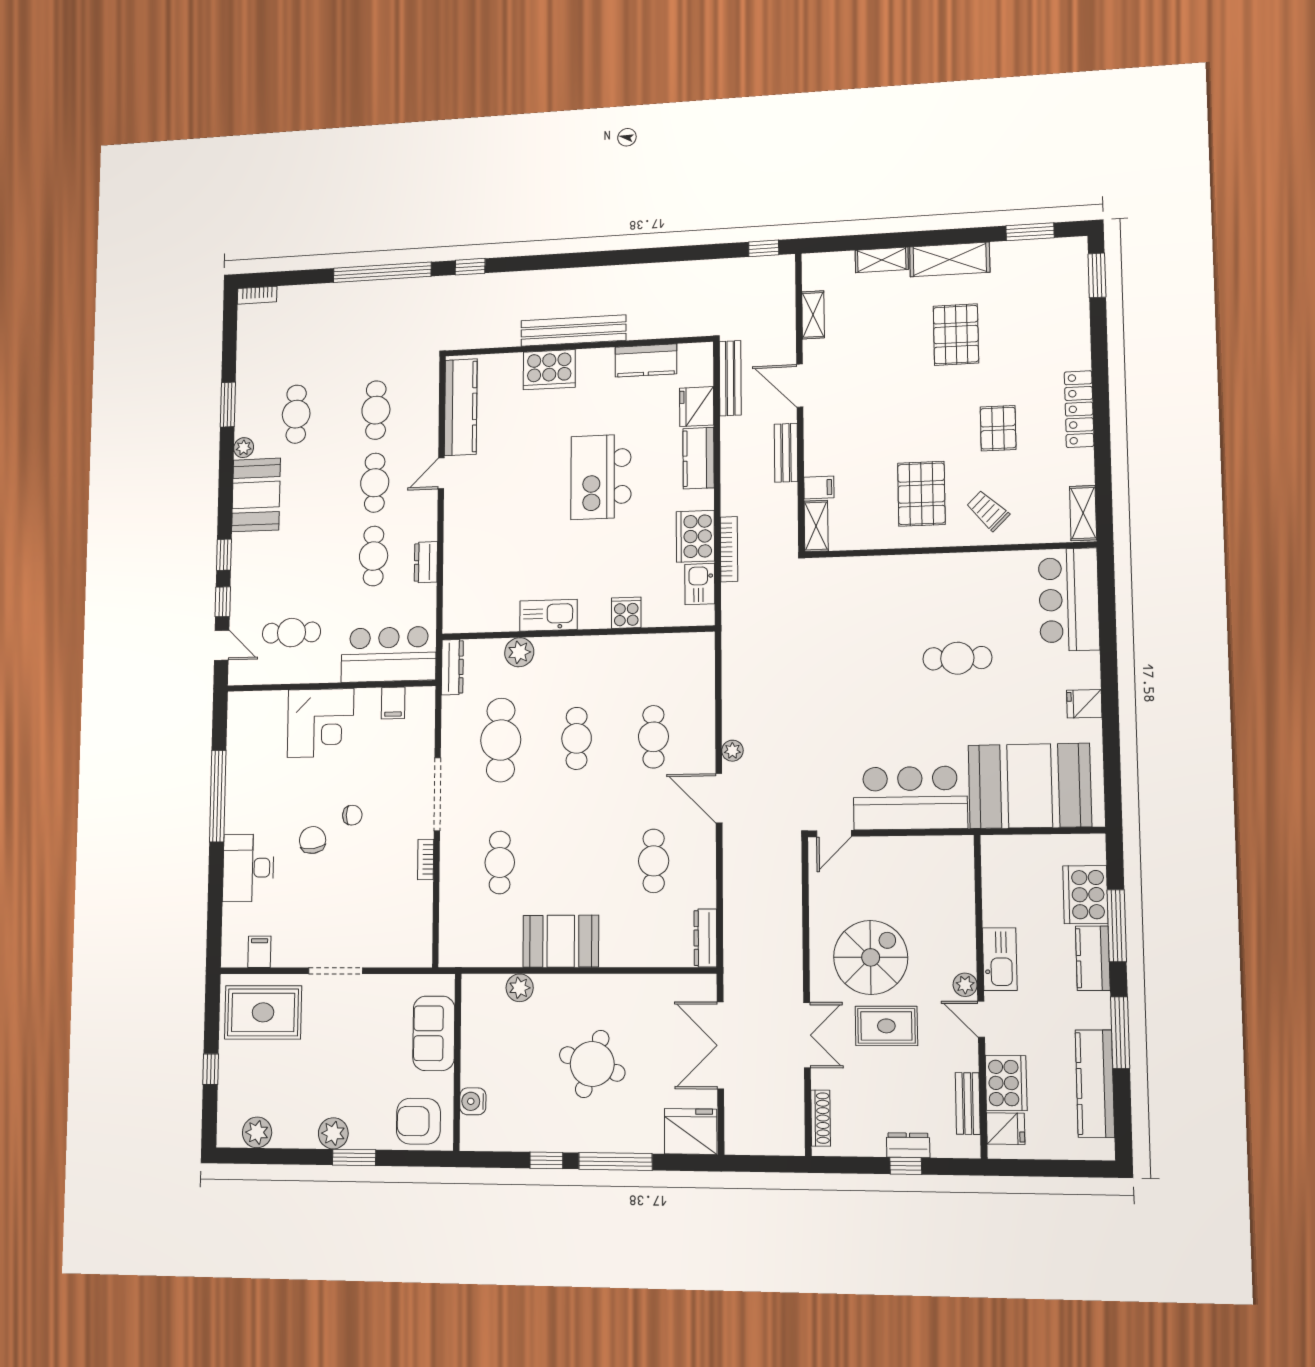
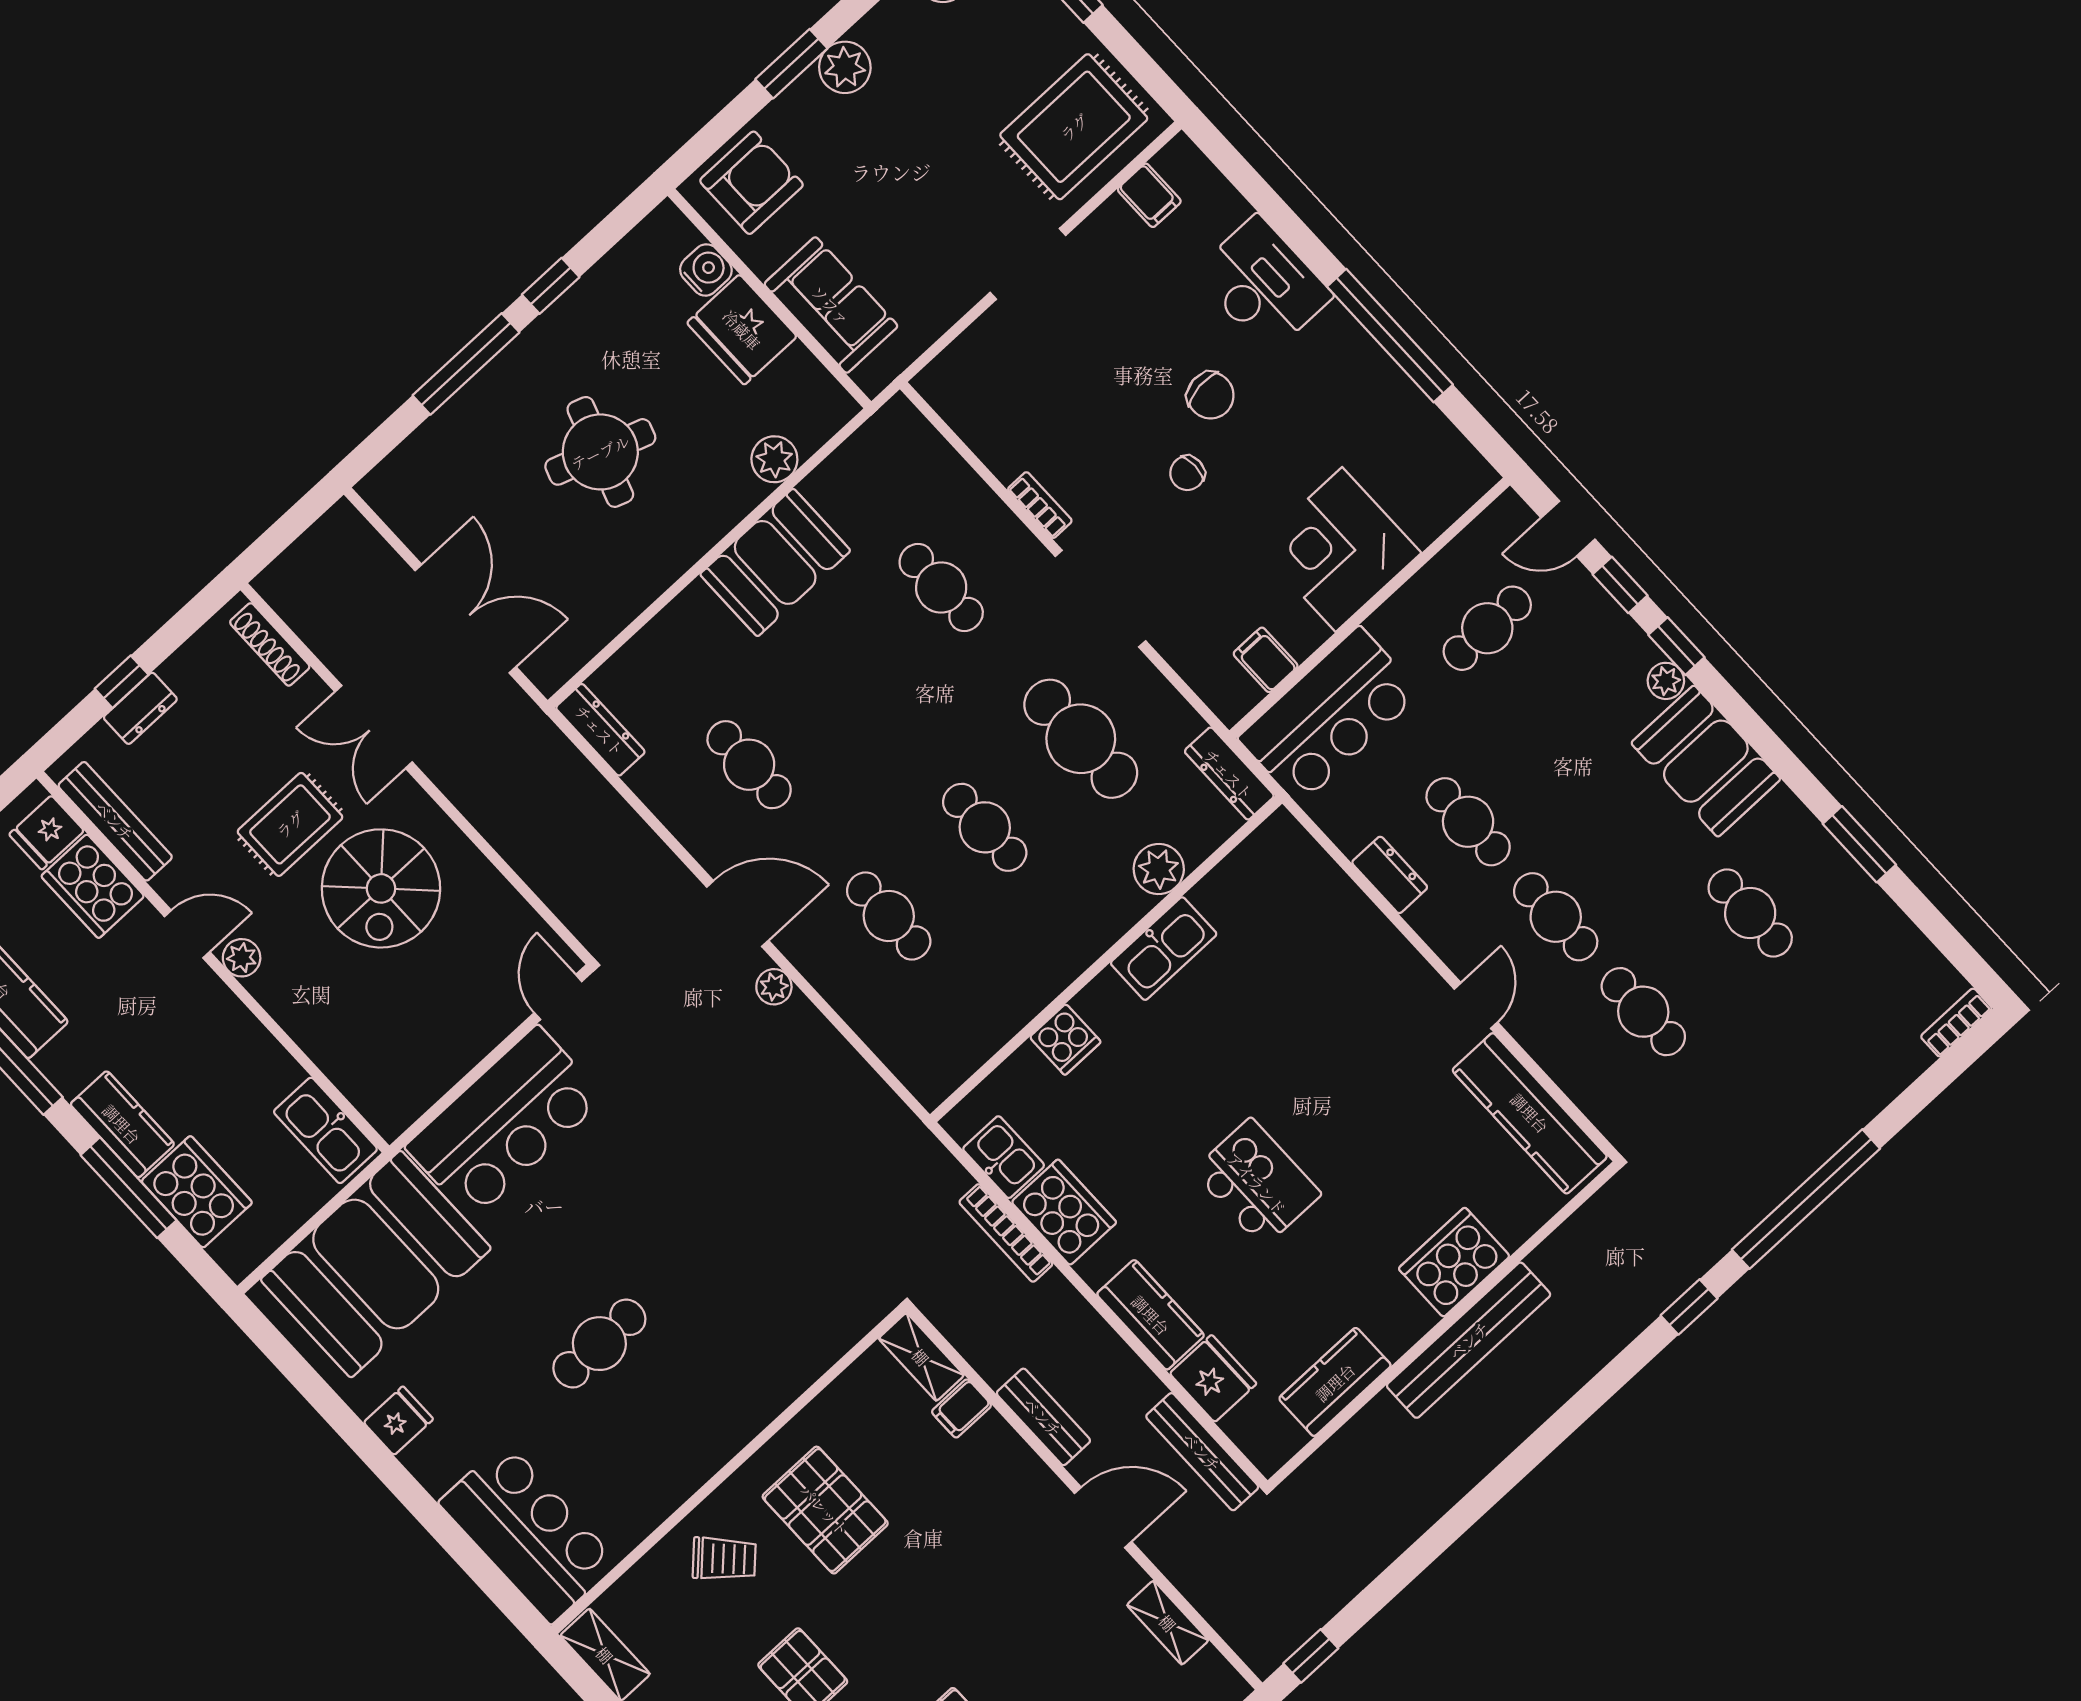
plant: (244, 448) -> (1666, 681), moved
kitchen island: (601, 477) -> (1257, 1183), width x0.73, depth x0.78
kitchen sink: (1000, 959) -> (325, 1130), moved
bench: (968, 1103) -> (115, 821), width x1.36
fridge: (691, 1131) -> (742, 330), moved, turned 90

